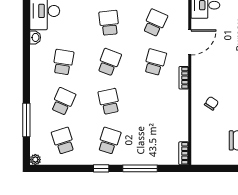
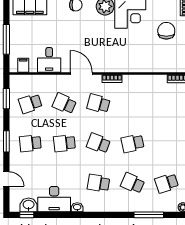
chair: (211, 103) -> (134, 55), removed
school desk: (109, 141) -> (167, 143), removed

